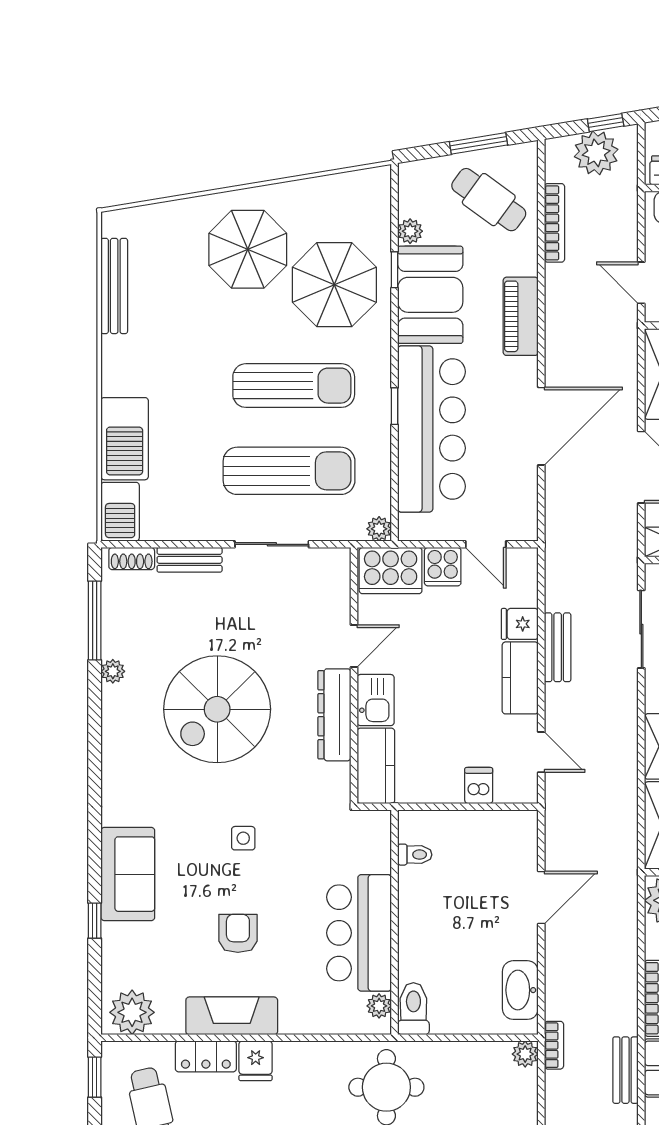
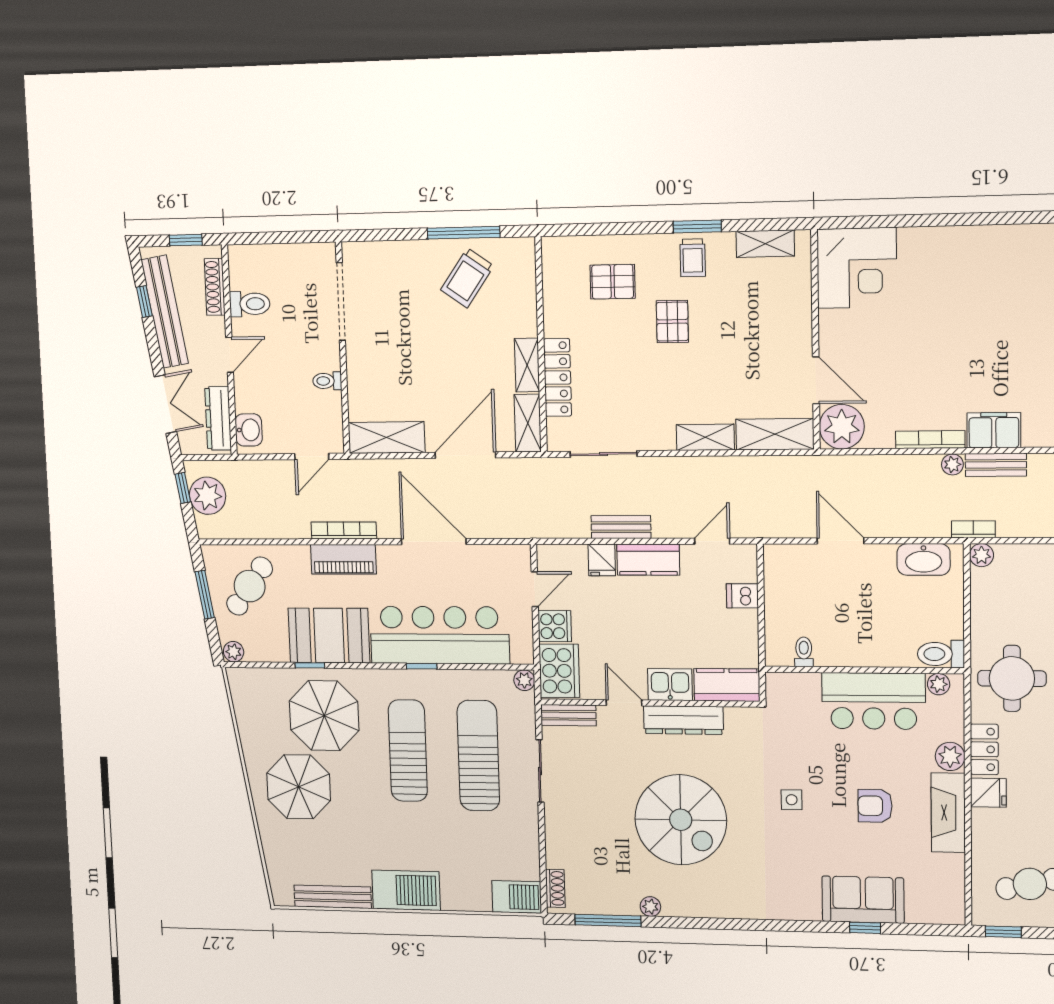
bookcase: (555, 223) -> (344, 530), moved
plant: (410, 231) -> (234, 652), moved
barbecue: (125, 439) -> (406, 890), moved
bench: (190, 560) -> (568, 715), moved, turned 90
sofa: (128, 874) -> (863, 900), moved
plant: (132, 1012) -> (950, 756), moved, width x0.73, depth x0.73
plant: (626, 1023) -> (952, 464), added
locker: (206, 1056) -> (984, 749), moved

